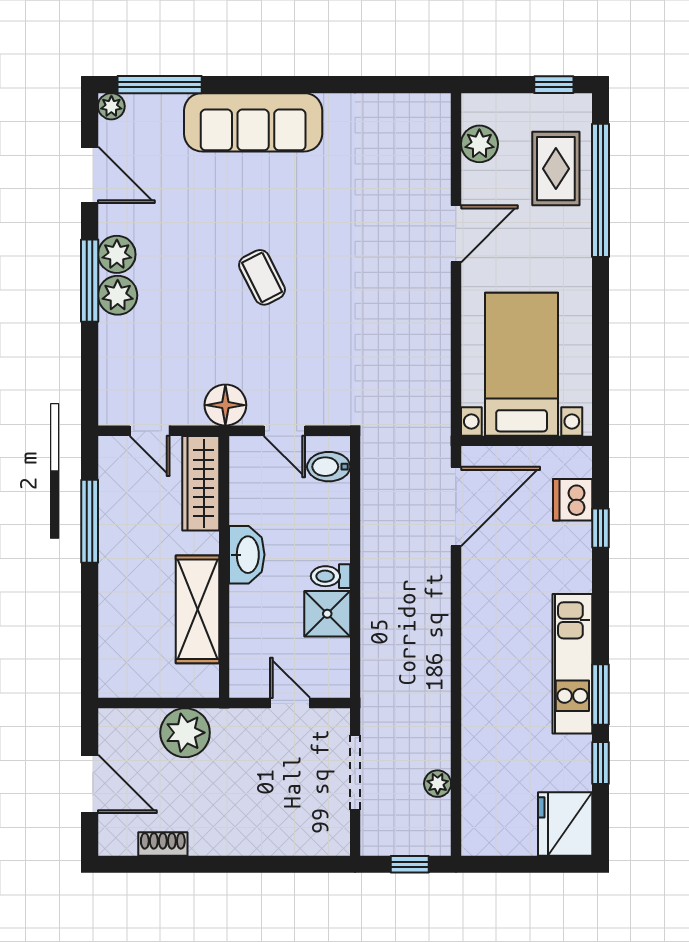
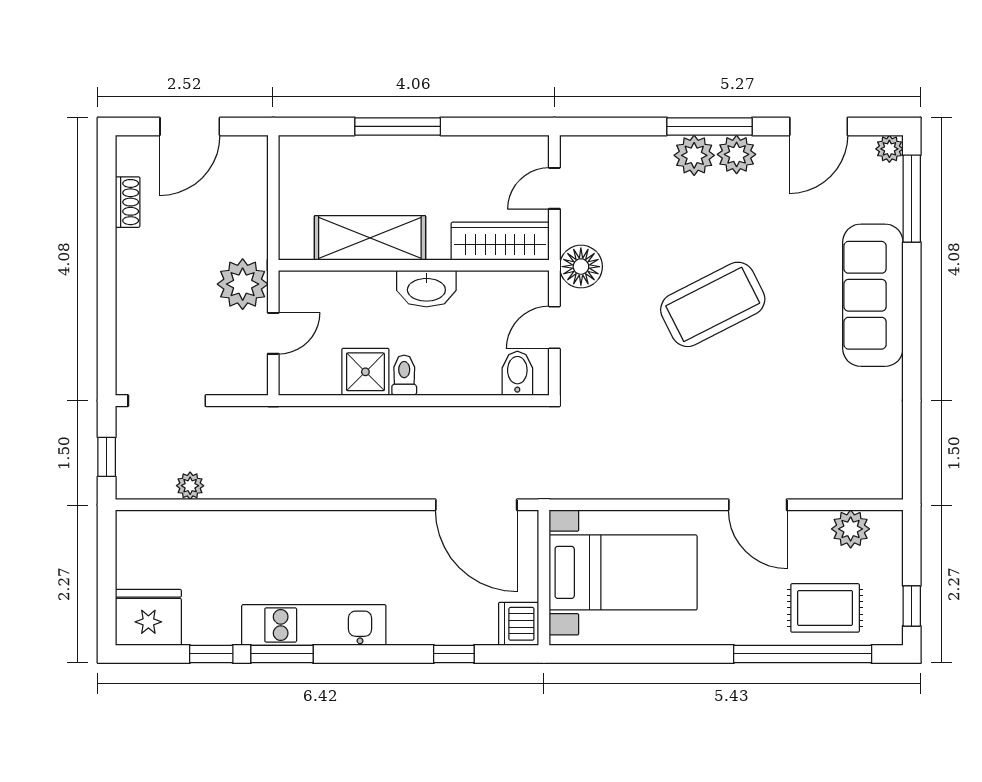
coffee table: (262, 277) -> (713, 304), width x1.86, depth x1.72
dishwasher: (573, 500) -> (519, 624), moved, turned -90
window: (90, 521) -> (398, 126), moved
plant: (185, 733) -> (243, 284), moved
doorway: (355, 773) -> (167, 401), moved

